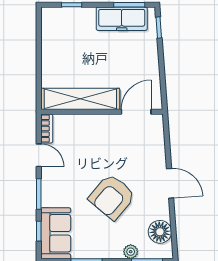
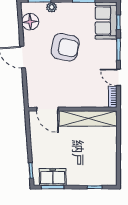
freezer: (122, 19) -> (53, 177), width x0.71
door: (136, 112) -> (47, 109), hinge flipped
armchair: (112, 197) -> (65, 47), turned 61

